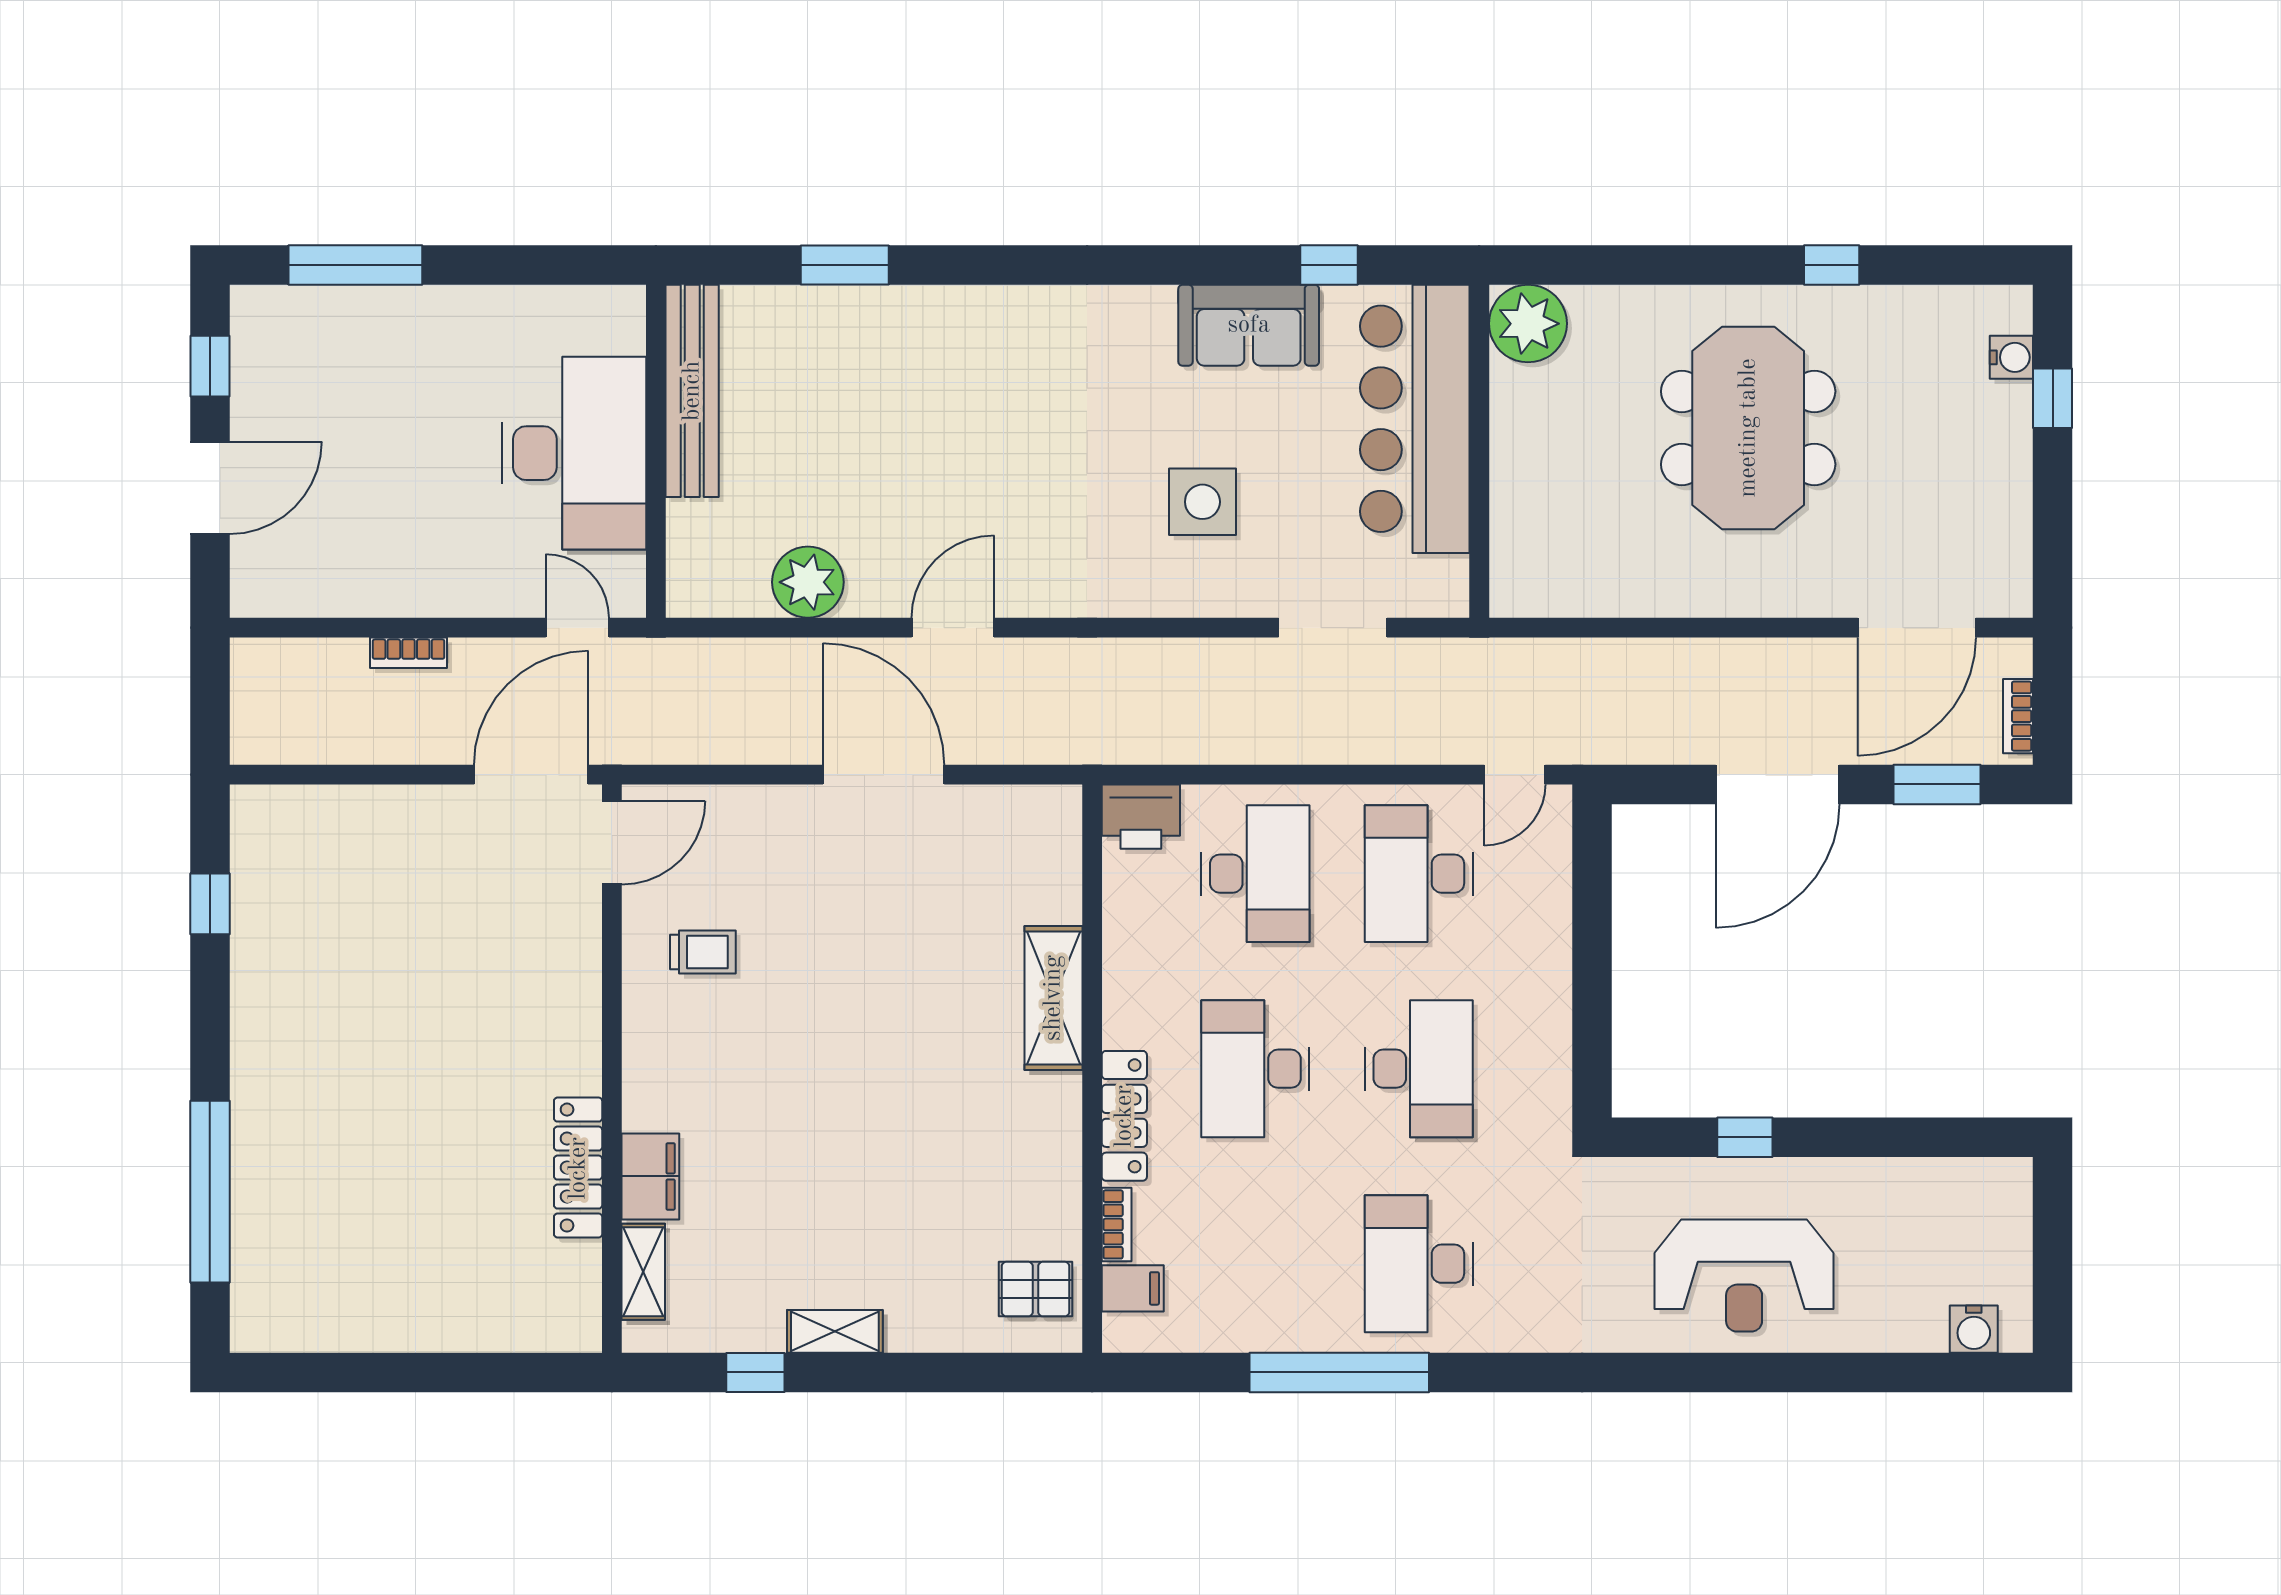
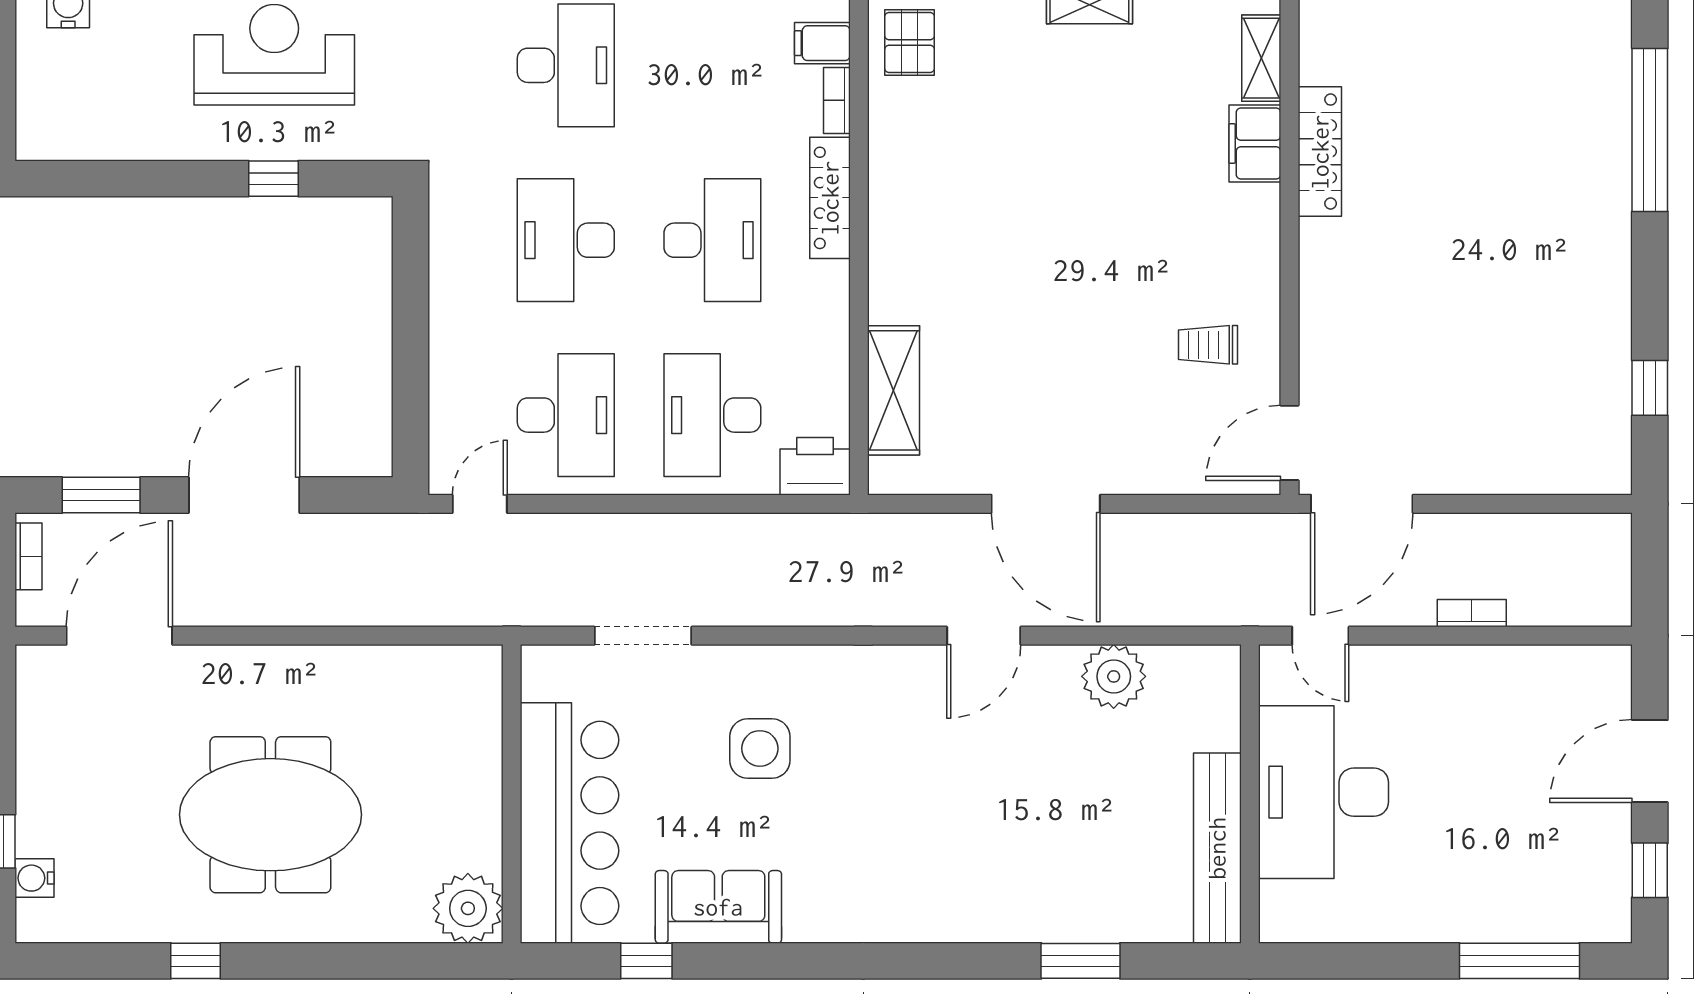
meeting table: (1748, 428) -> (270, 815), turned 90
shelving: (1053, 998) -> (893, 390), moved
pallet: (1036, 1289) -> (910, 43), turned 90

